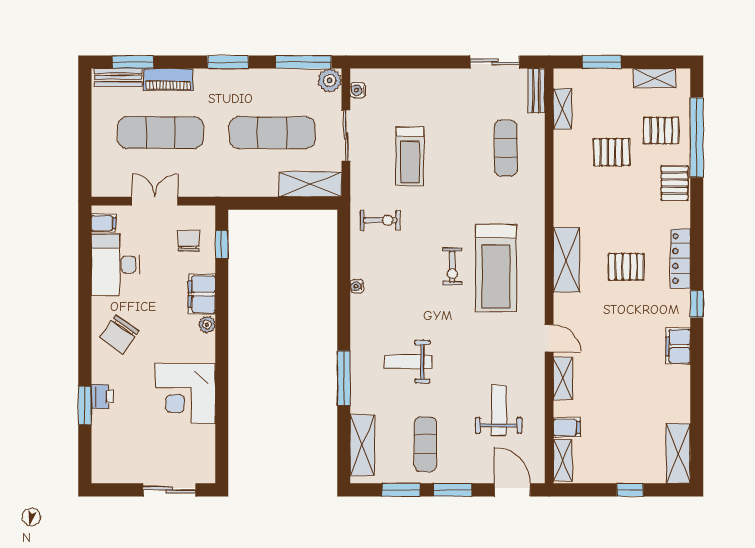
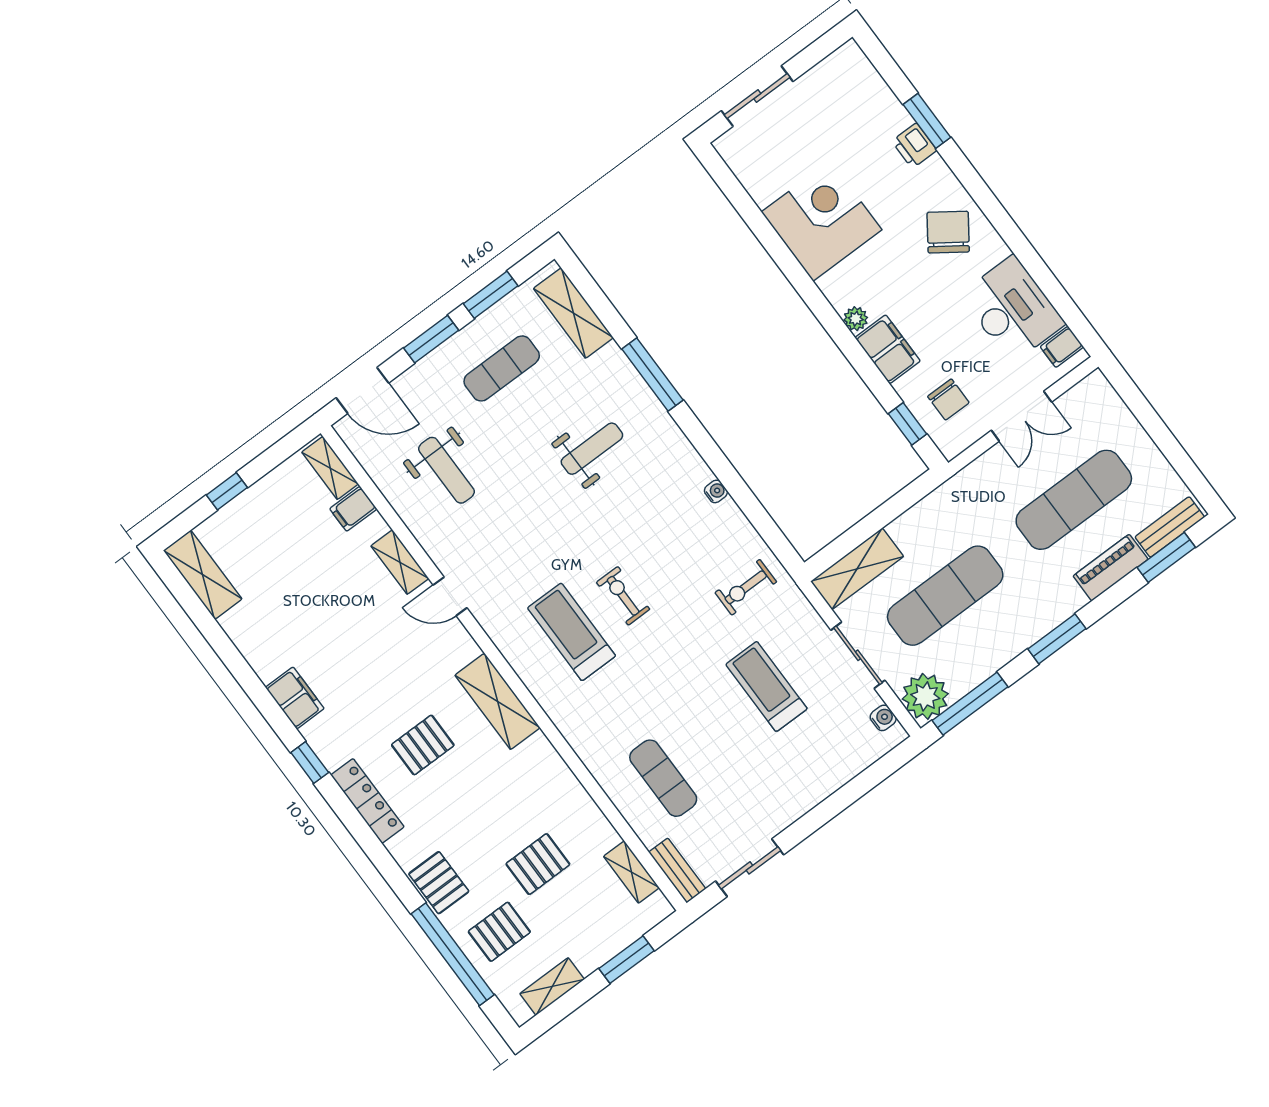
plant: (330, 80) -> (925, 696), width x1.36, depth x1.36
treadmill: (496, 268) -> (572, 632), width x0.73, depth x0.73
exercise mat: (425, 444) -> (502, 368), turned 90

